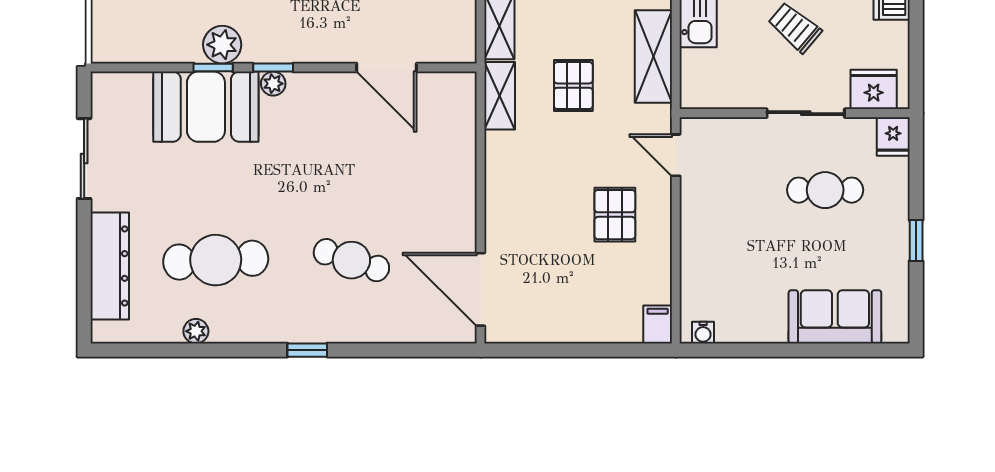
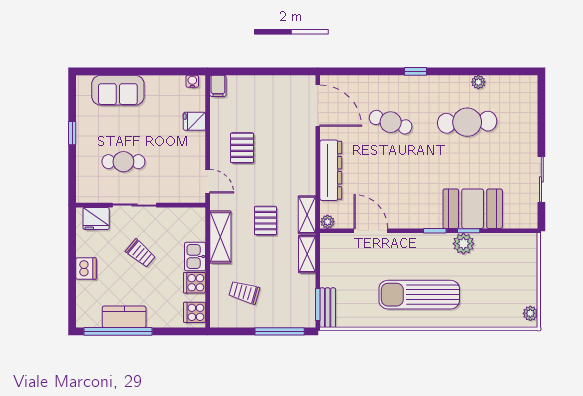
plant: (273, 84) -> (327, 222), moved
fridge: (893, 136) -> (194, 121), moved, turned -90
dresser: (110, 266) -> (331, 170), moved, turned 180

